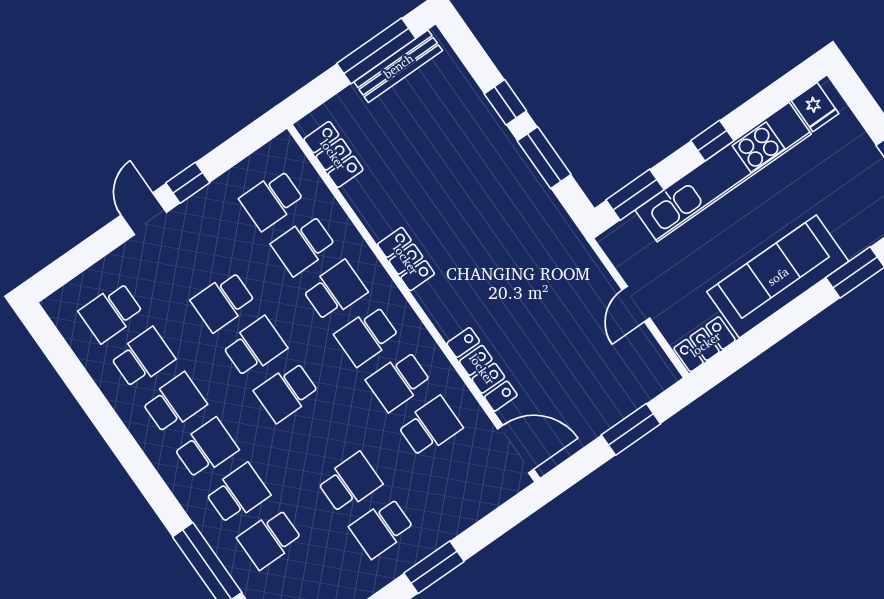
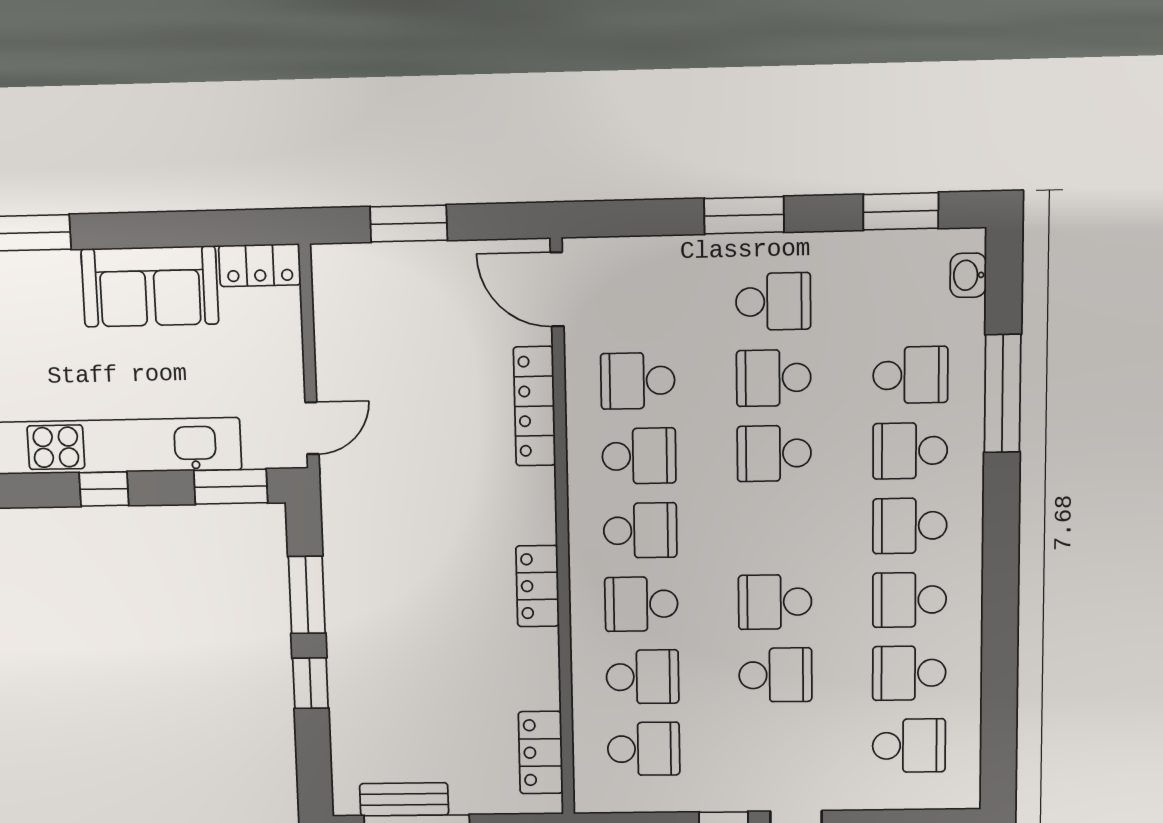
bench: (398, 66) -> (404, 799), width x0.73
sofa: (778, 276) -> (150, 286), width x0.73
door: (636, 304) -> (312, 428), moved
school desk: (286, 392) -> (774, 453), moved, turned 180

